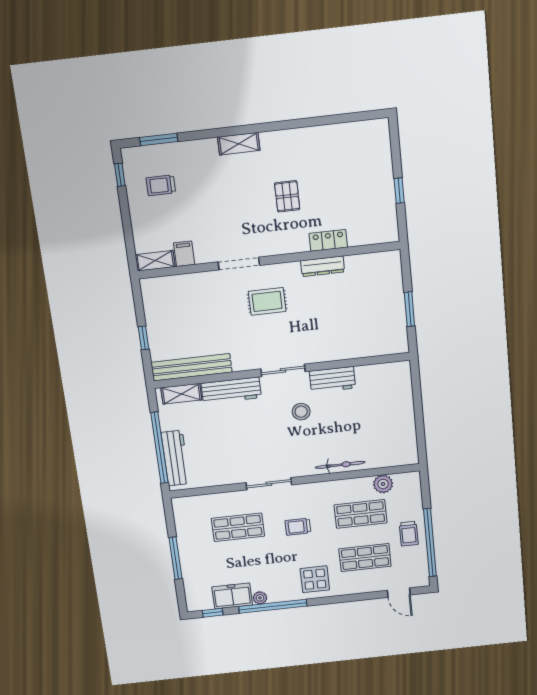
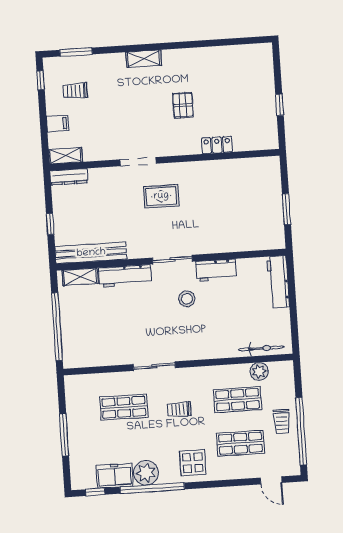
filing cabinet: (184, 254) -> (57, 124), moved, turned 90
dresser: (323, 266) -> (69, 177), moved
workbench: (175, 458) -> (278, 282), moved, turned 180
bicycle: (340, 465) -> (261, 348), moved
plant: (260, 598) -> (146, 473), width x1.87, depth x1.87

